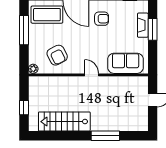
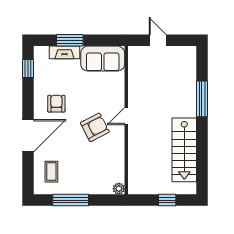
coffee table: (47, 15) -> (51, 172), width x0.54, depth x0.58
armchair: (57, 55) -> (95, 127), moved
sofa: (126, 63) -> (103, 59), moved, turned -90

